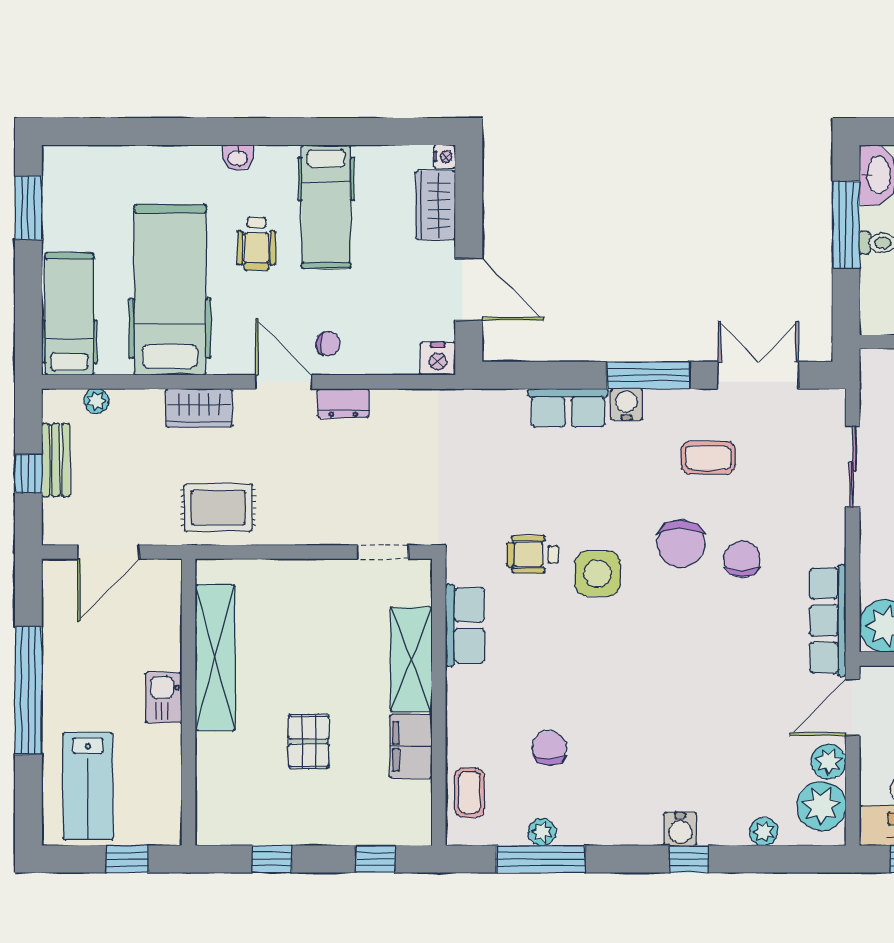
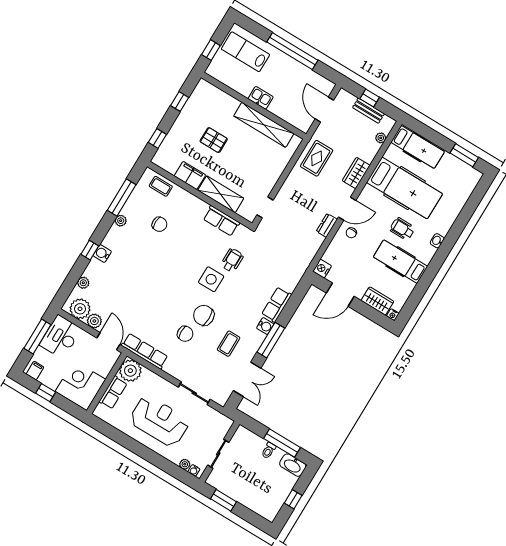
plant: (542, 832) -> (121, 221), moved

